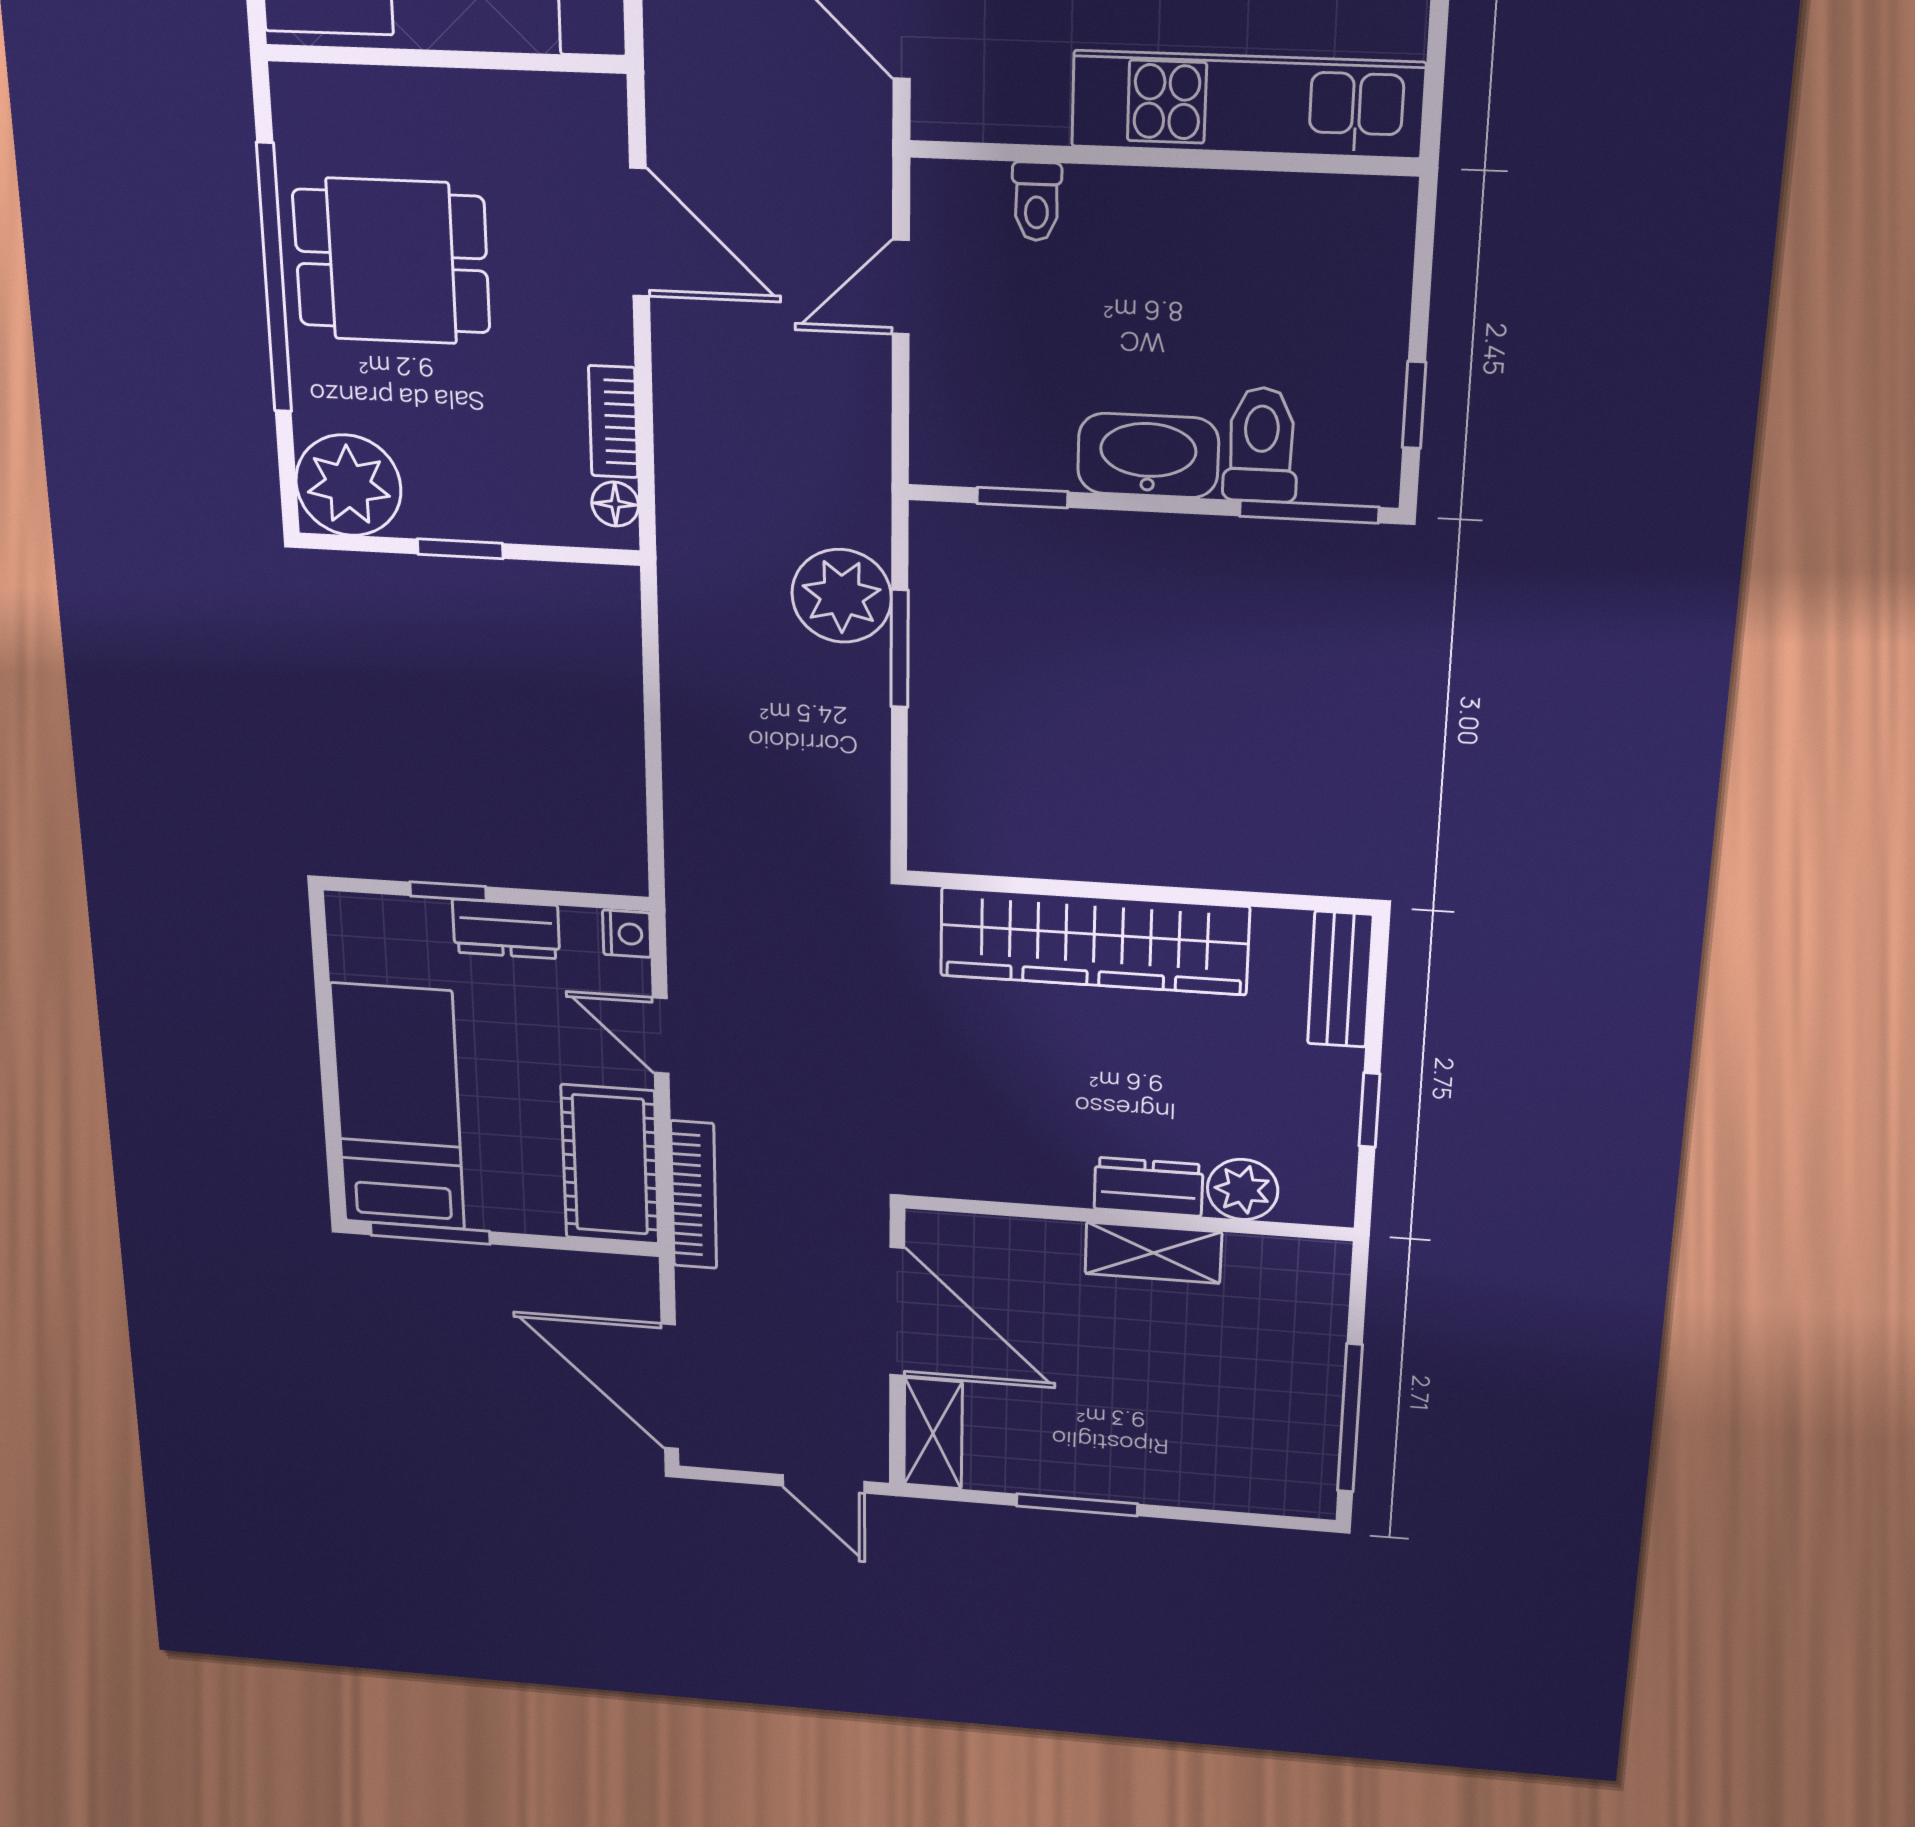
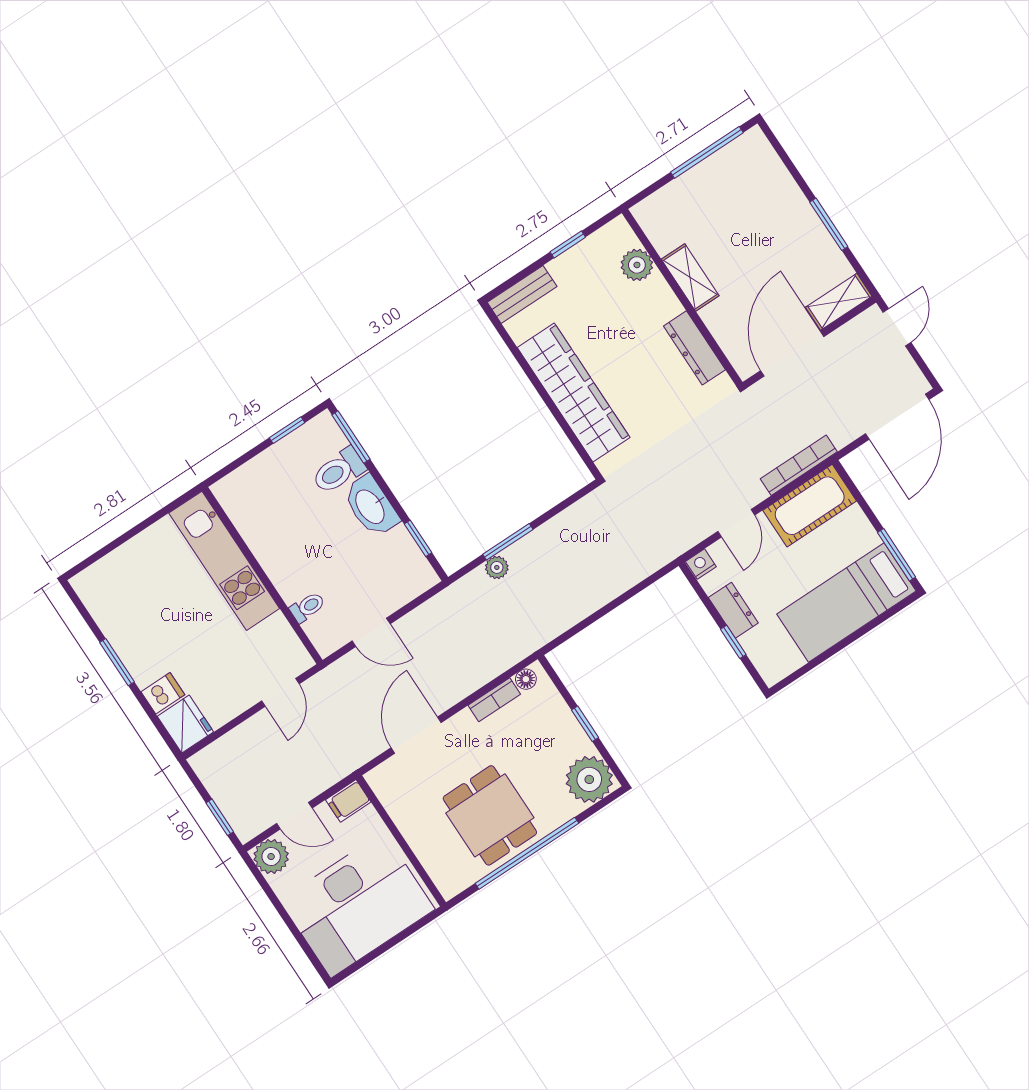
plant: (842, 596) -> (497, 567), width x0.53, depth x0.53
dresser: (1148, 1187) -> (694, 348), moved, width x1.44

